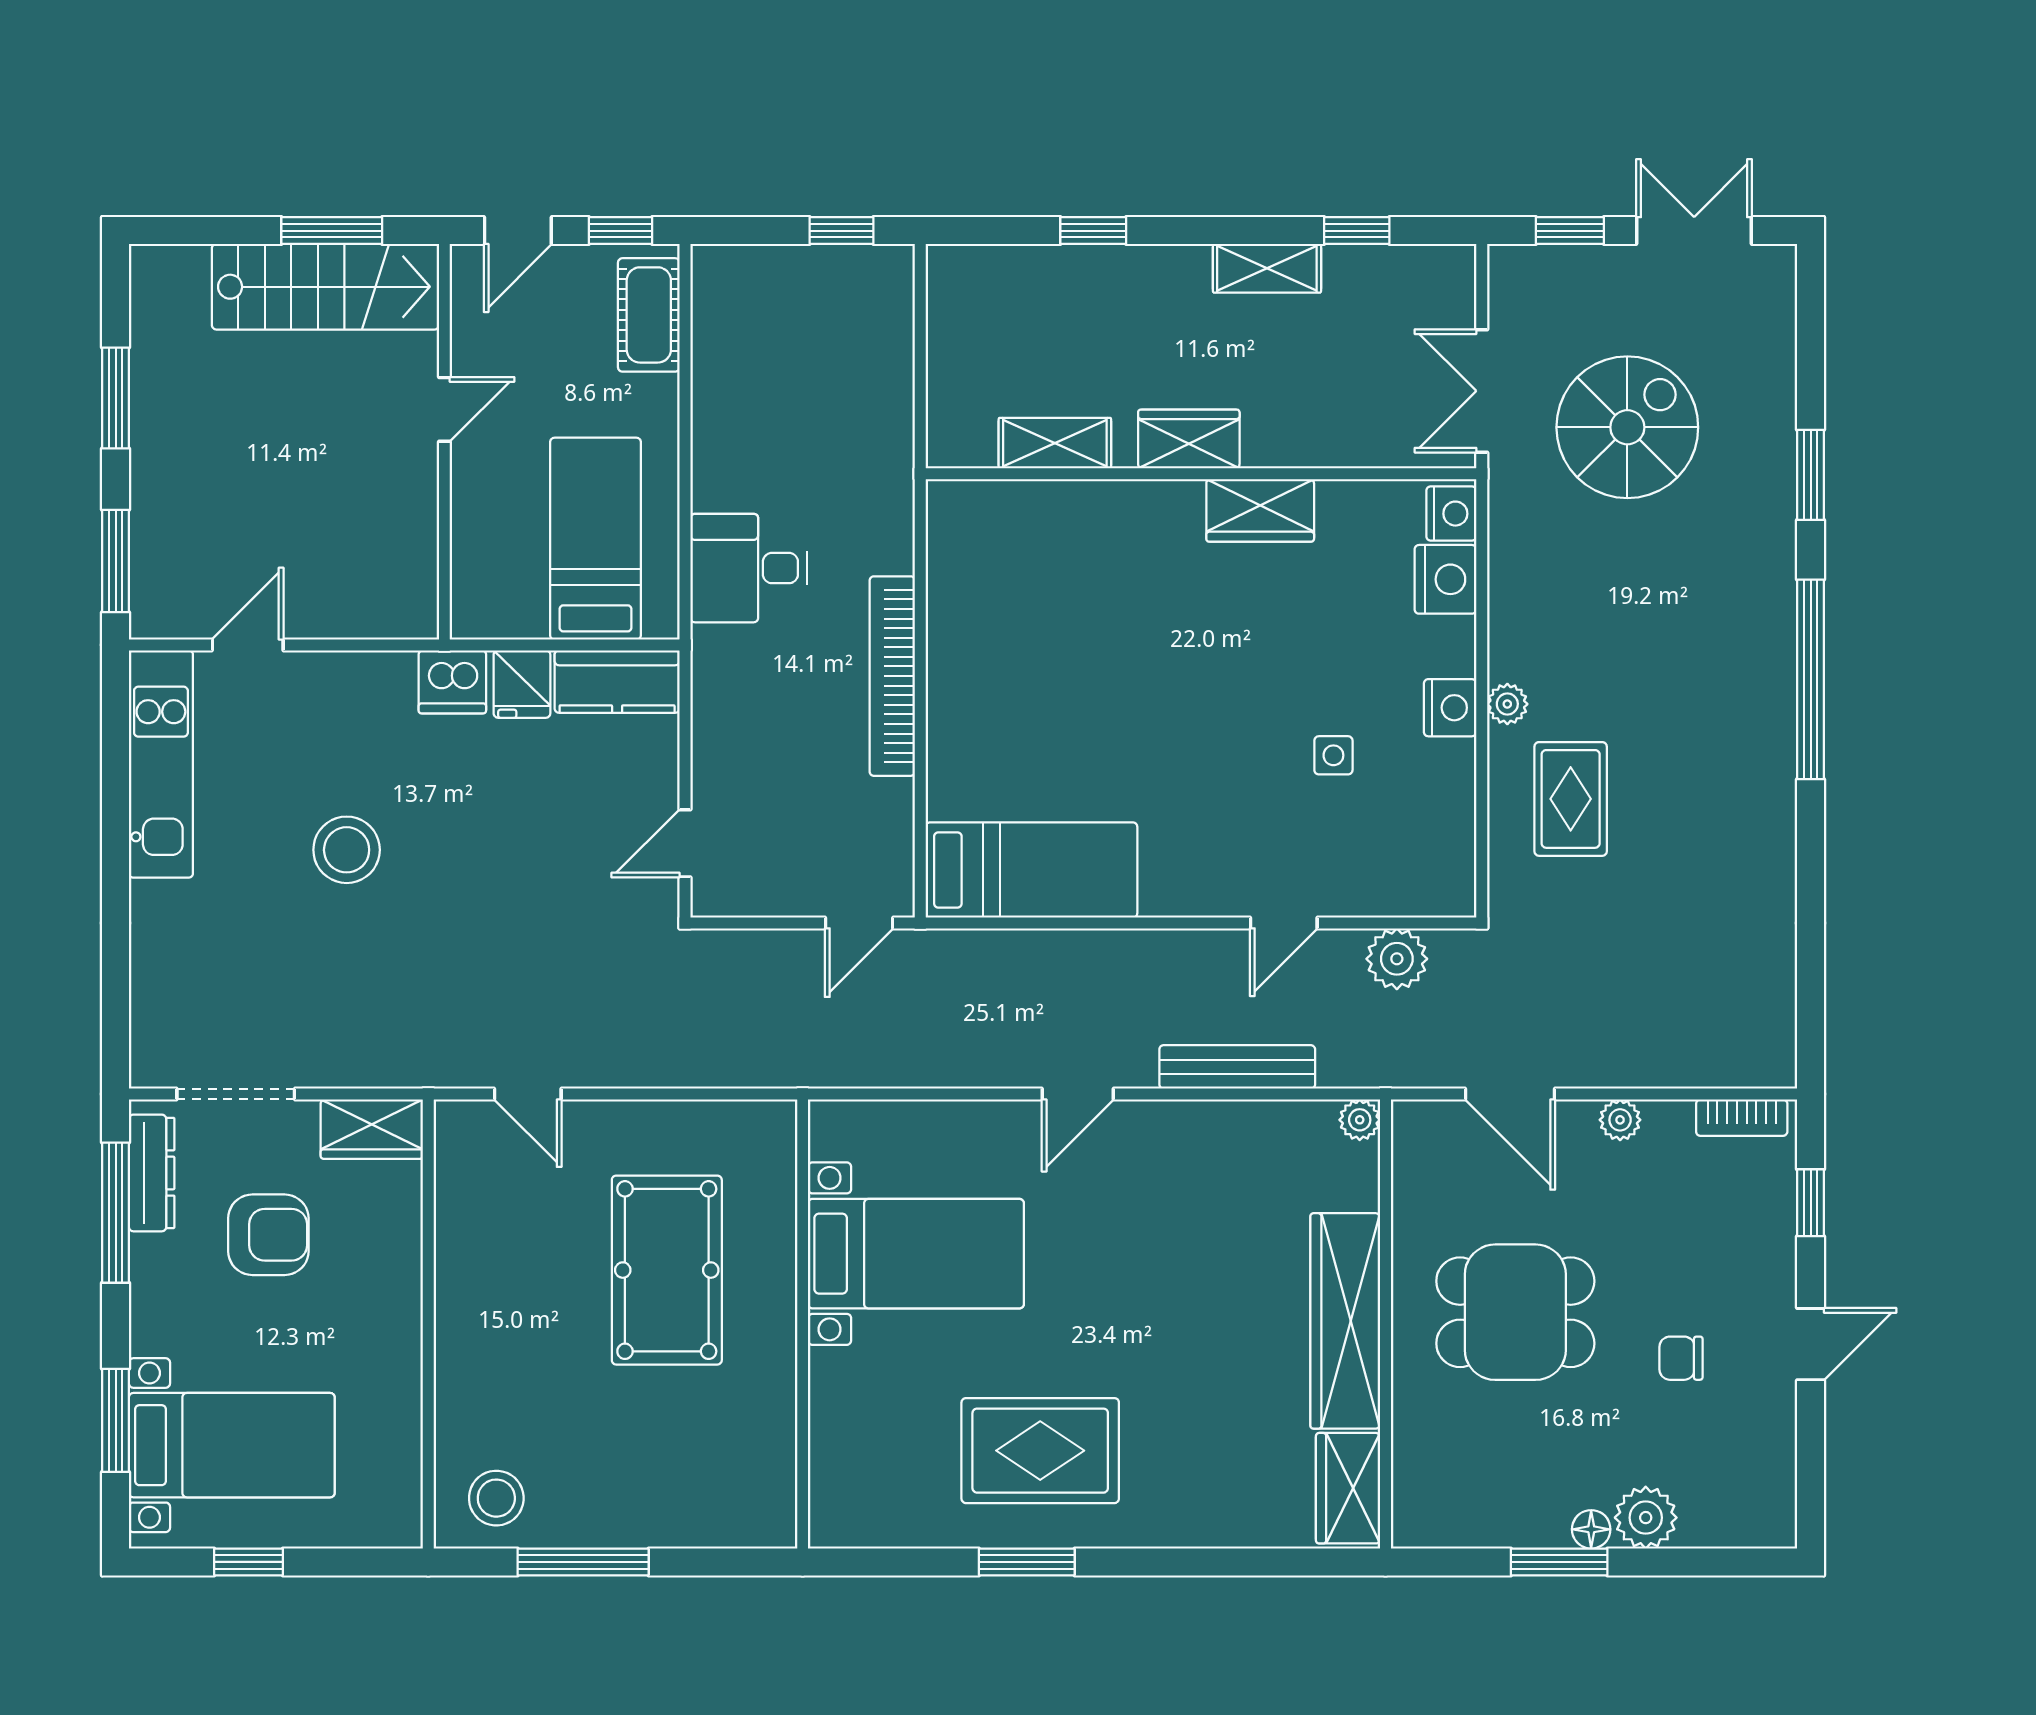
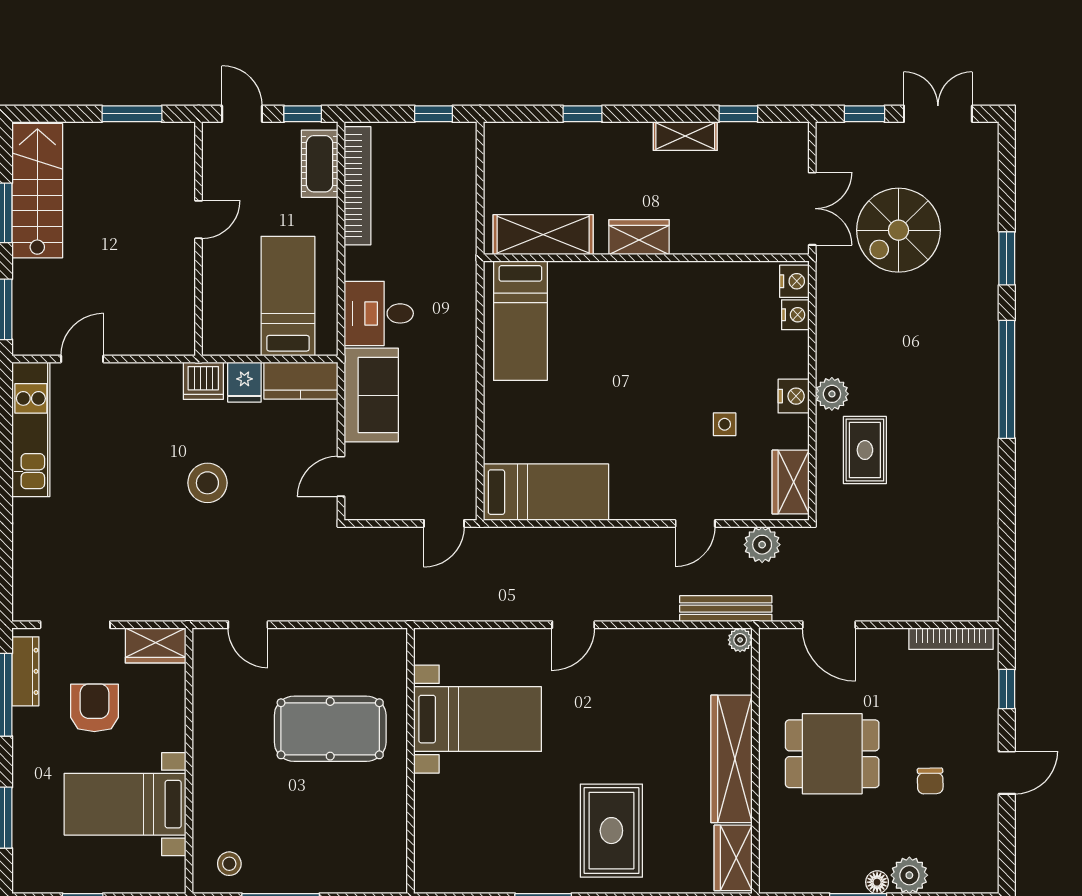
door: (518, 231) -> (242, 114), swing flipped
stairs: (325, 287) -> (37, 191), moved, turned -90
double door: (1482, 391) -> (812, 209), swing flipped
spiral stairs: (1627, 427) -> (898, 230), turned 180
shelving: (1055, 443) -> (543, 235), width x1.50, depth x1.33
wardrobe: (1260, 510) -> (791, 482), moved, turned 90
nightstand: (1445, 579) -> (795, 315), width x0.74, depth x0.75
bed: (988, 580) -> (520, 321), added
bookcase: (892, 676) -> (357, 186), moved, turned 180
plant: (1507, 704) -> (832, 394), width x1.38, depth x1.38
sofa: (736, 706) -> (371, 395), added
stool: (347, 850) -> (207, 483), moved
bench: (1237, 1067) -> (726, 609), moved
bookcase: (1742, 1118) -> (951, 639), width x1.56
plant: (1620, 1120) -> (894, 640), removed
armchair: (268, 1235) -> (94, 708), turned -90
pool table: (667, 1270) -> (330, 729), turned 90
chair: (1681, 1358) -> (930, 781), turned -91
bed with nightstands: (232, 1445) -> (125, 804), moved, turned 180
rug: (1040, 1451) -> (611, 831), moved, turned 90
stool: (496, 1498) -> (229, 864), width x0.73, depth x0.73

